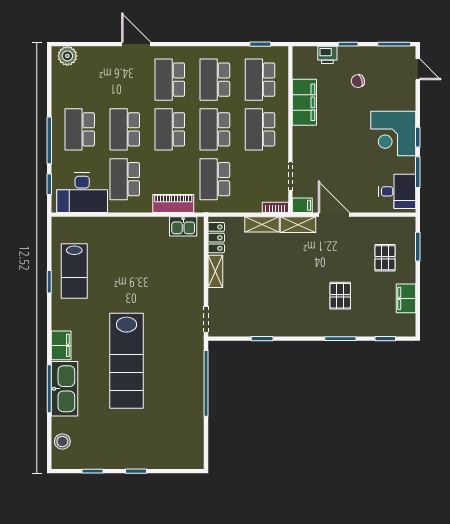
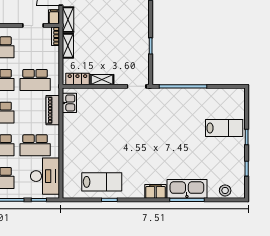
lab bench: (127, 361) -> (224, 128), moved, width x0.54, depth x0.72

